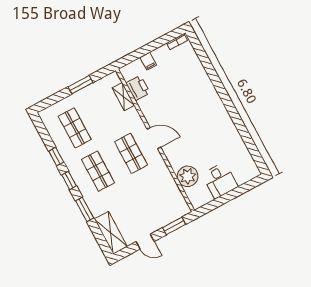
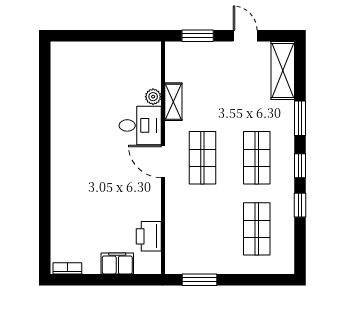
filing cabinet: (148, 61) -> (117, 263), width x2.00
window: (81, 85) -> (199, 280), moved
shelving: (123, 97) -> (173, 102), moved
plant: (188, 176) -> (153, 97), width x0.53, depth x0.53
desk: (220, 180) -> (140, 125), moved, turned 90

